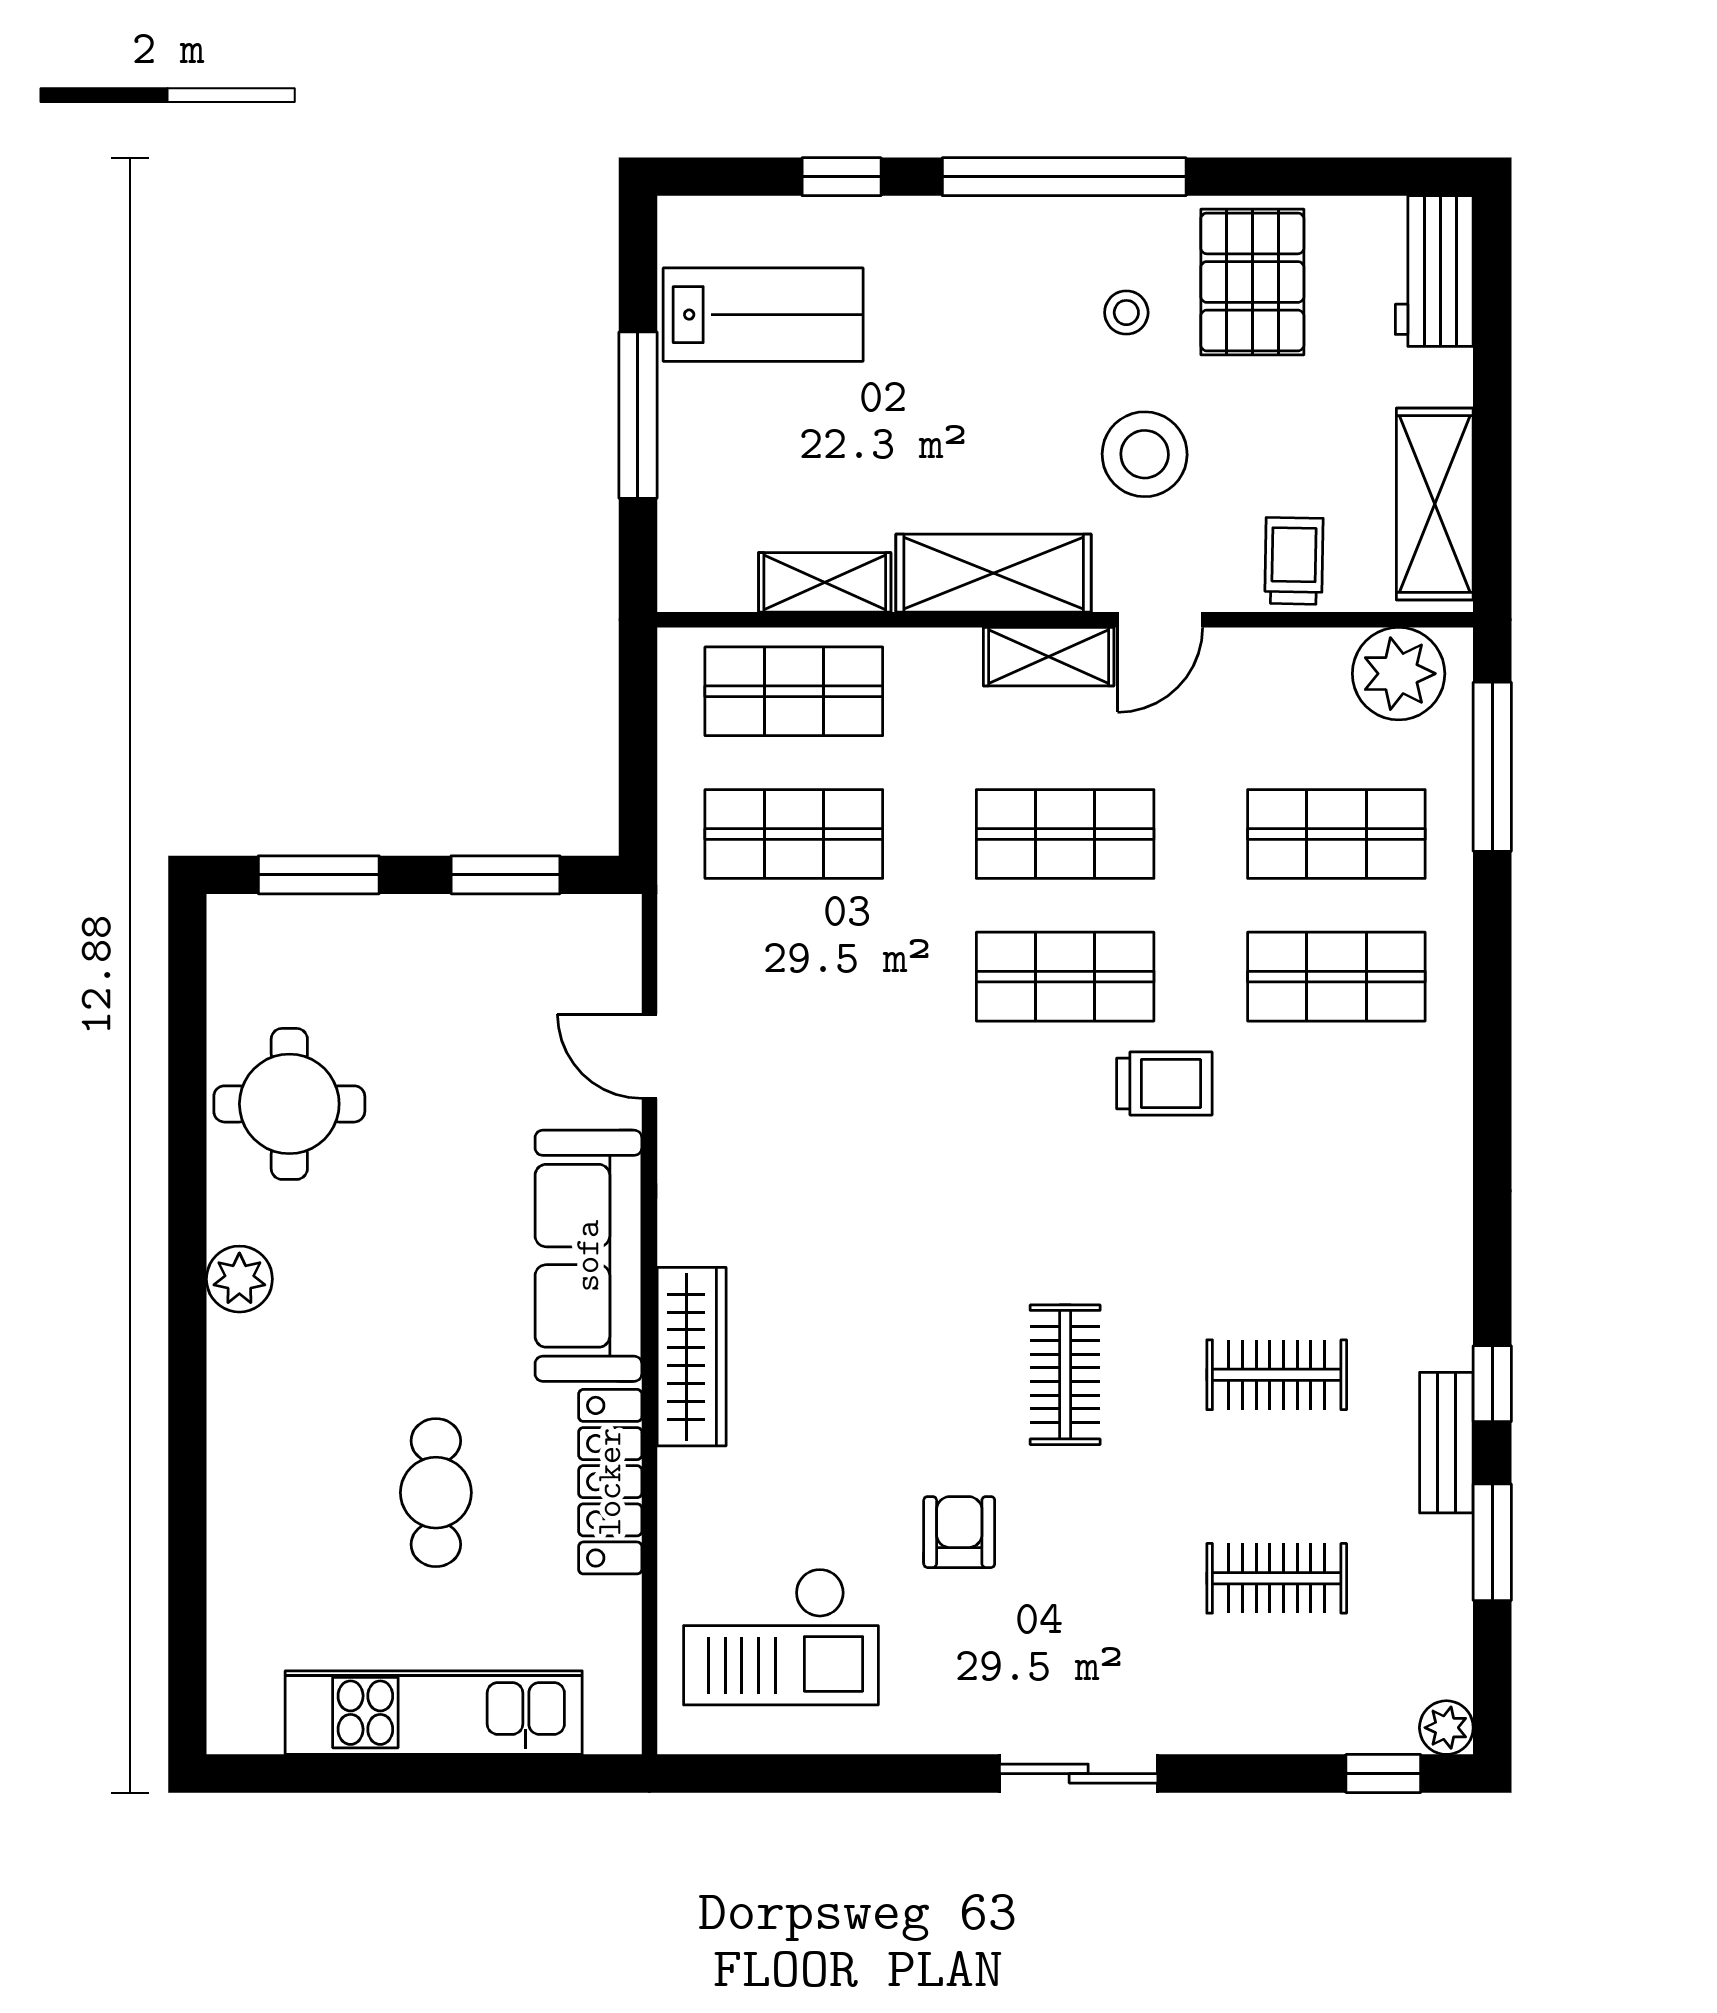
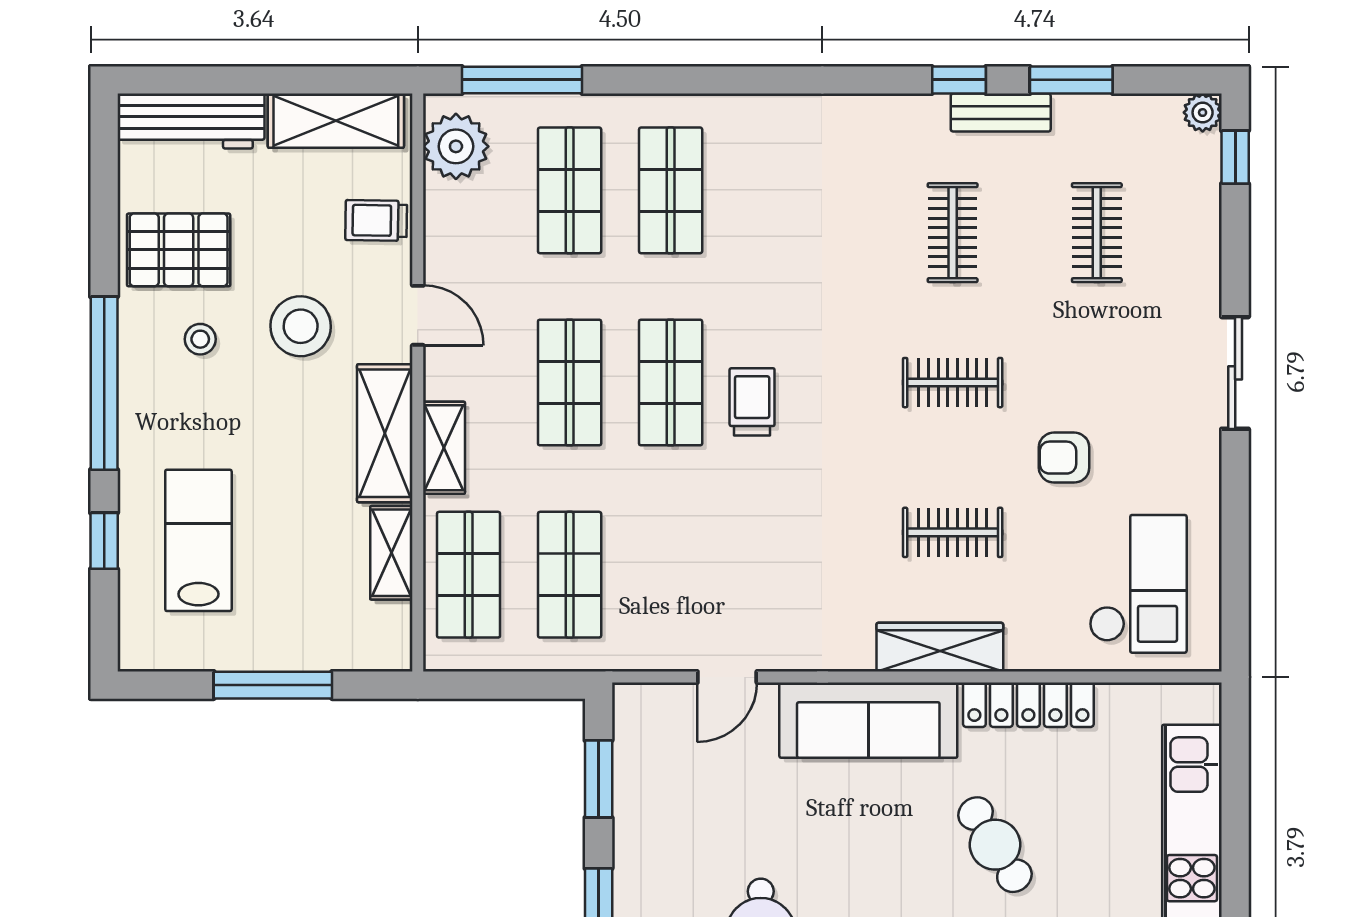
workbench: (1434, 271) -> (191, 121), width x1.38
lab bench: (763, 315) -> (198, 540), moved
shelving: (1049, 657) -> (444, 448), moved
trolley: (1164, 1084) -> (752, 402), moved
clothes rail: (854, 1375) -> (953, 532), added
cafe table: (436, 1493) -> (995, 845), moved, turned 58

